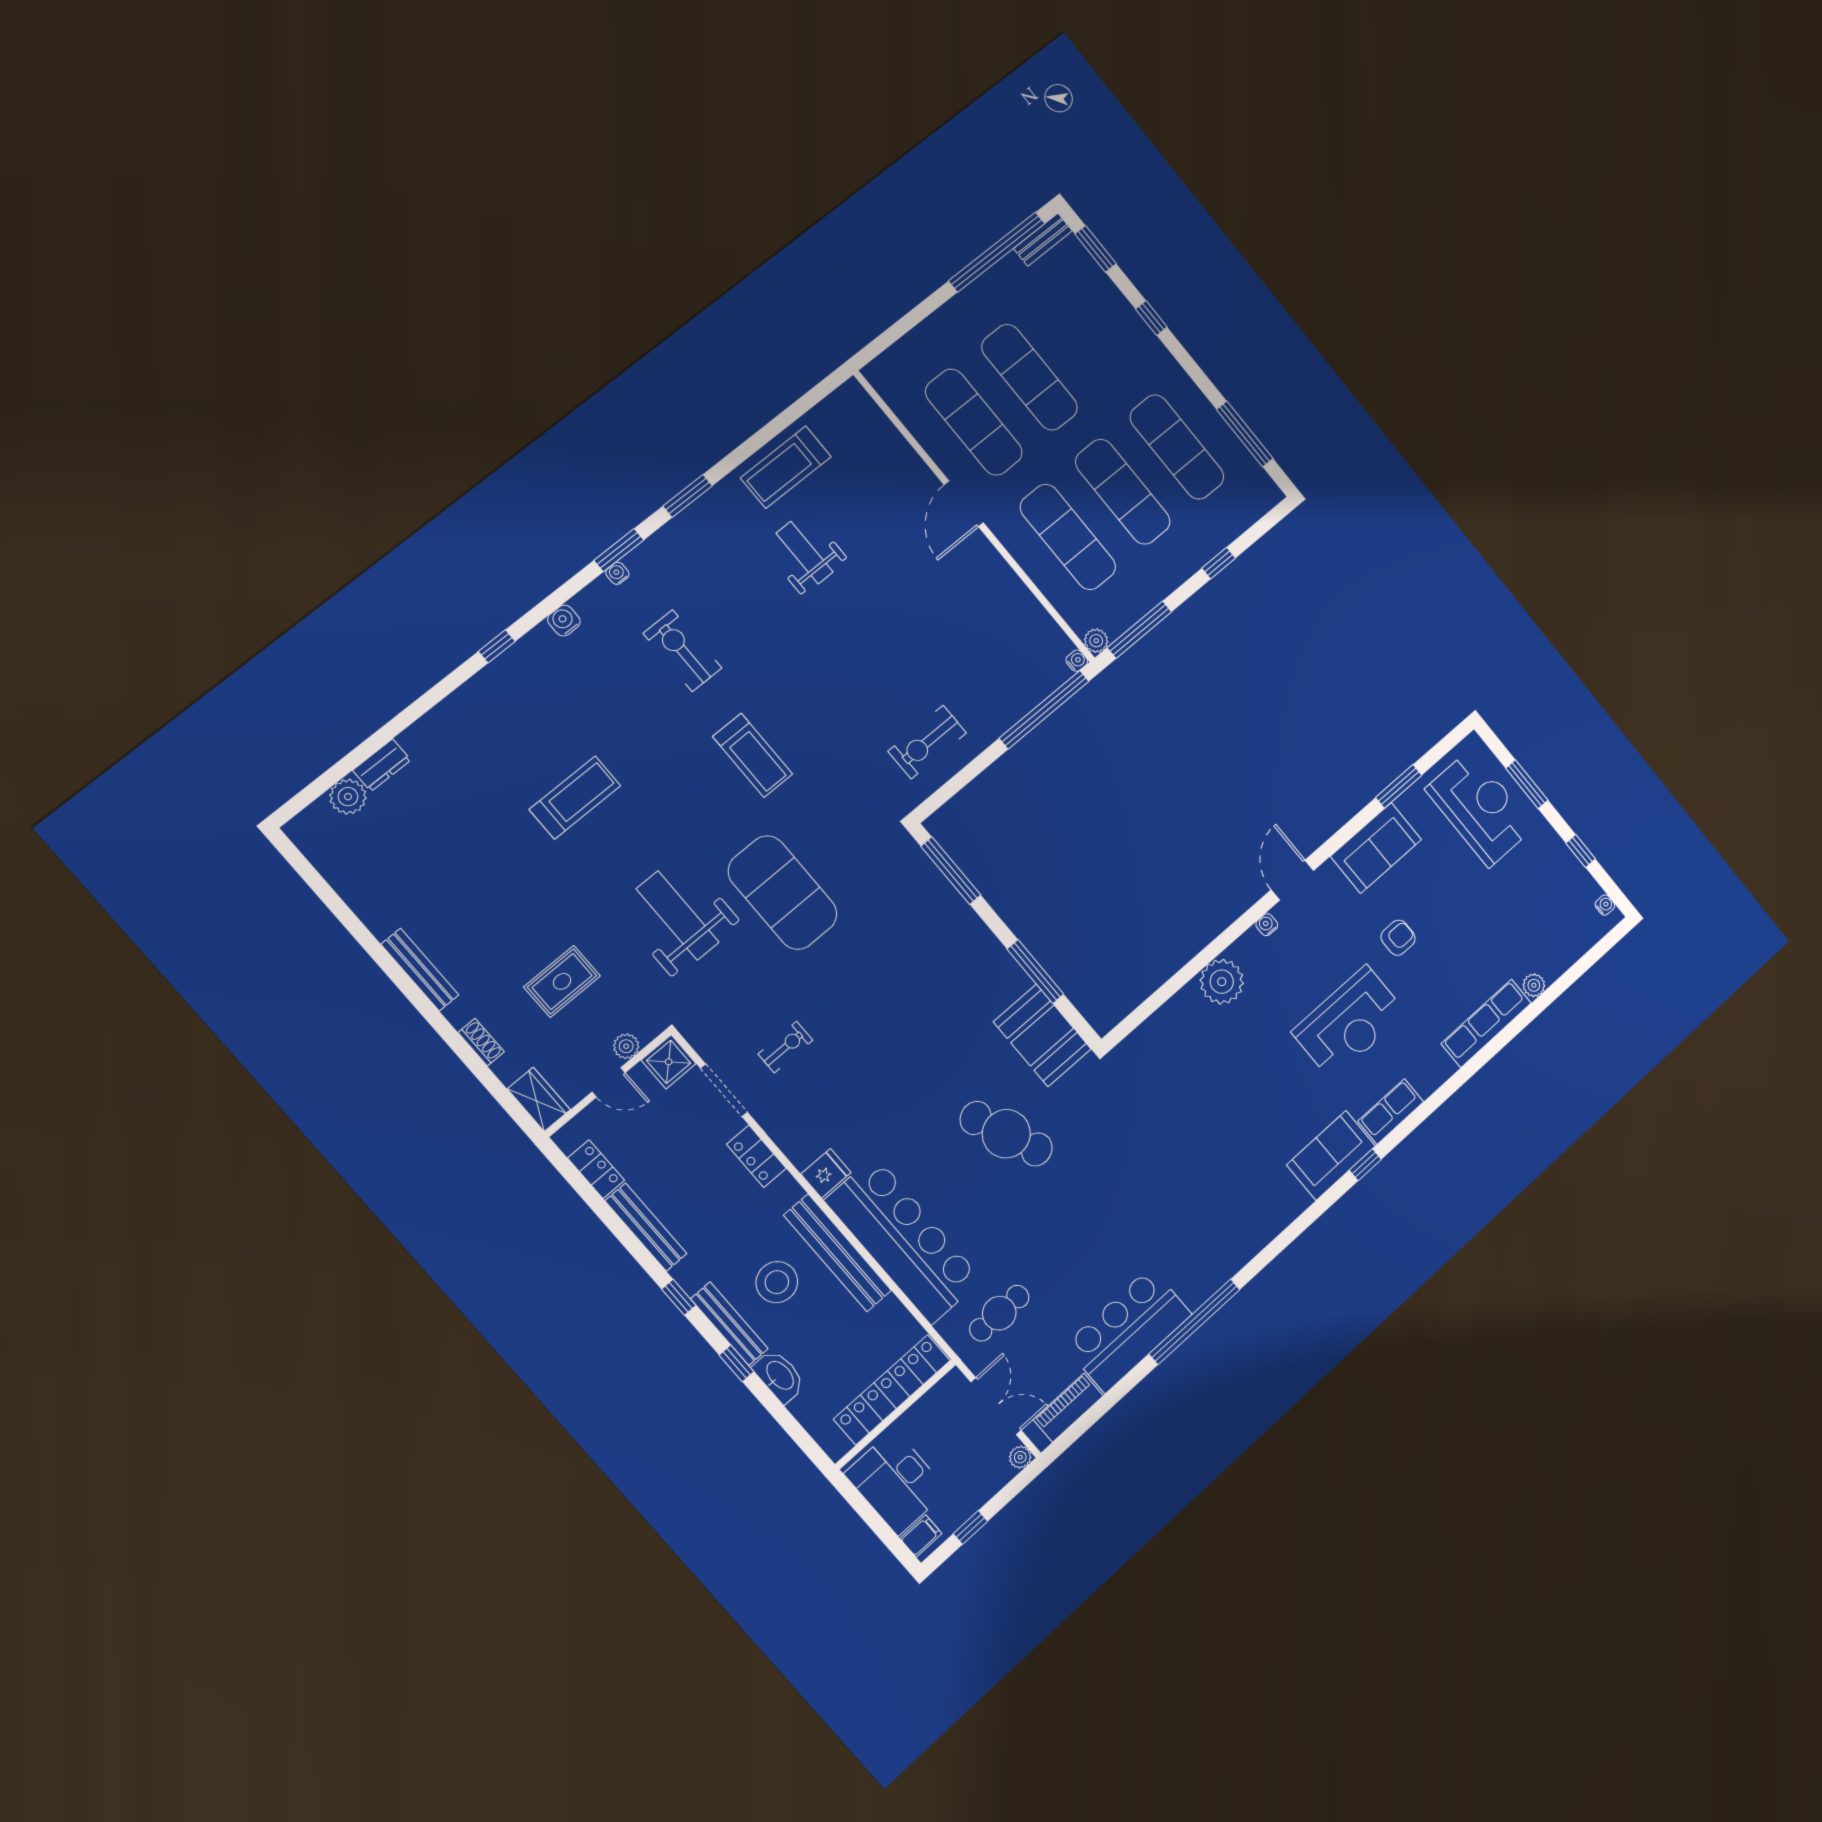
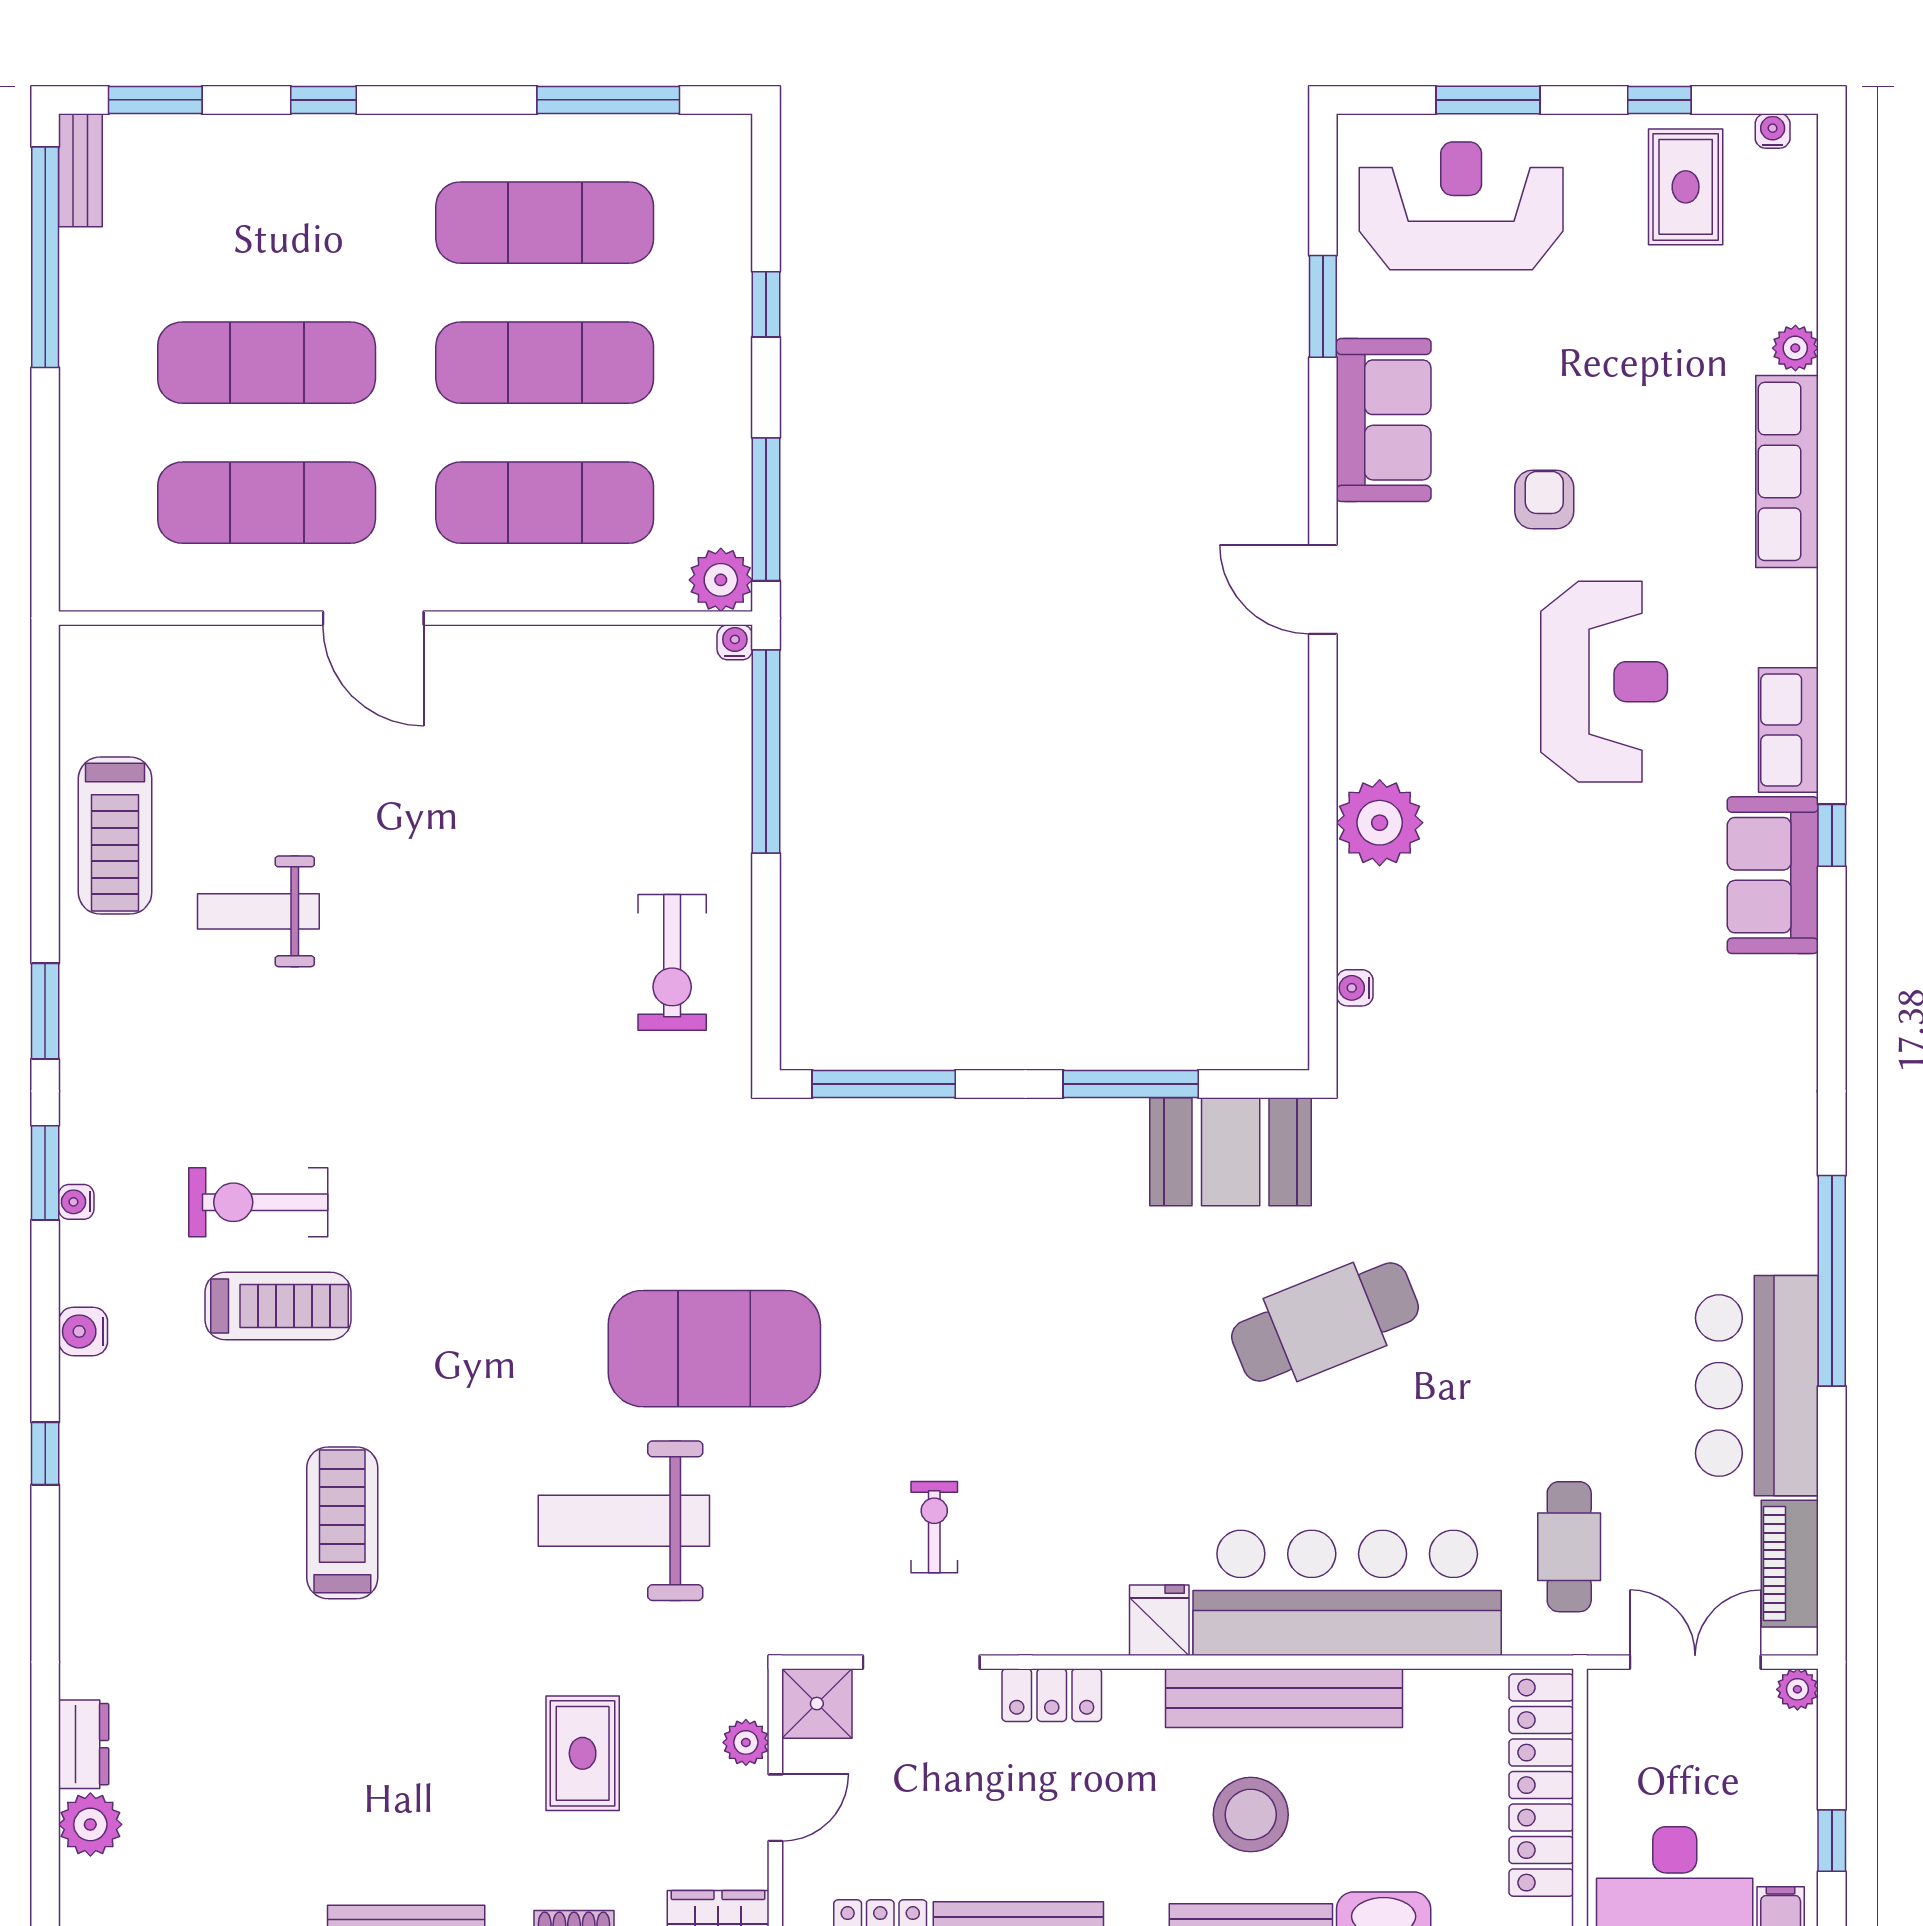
plant: (1096, 641) -> (721, 580), width x1.38, depth x1.38
treadmill: (753, 755) -> (278, 1306), moved
rug: (1558, 890) -> (1686, 187), added
water cooler: (1267, 925) -> (1355, 988), moved

